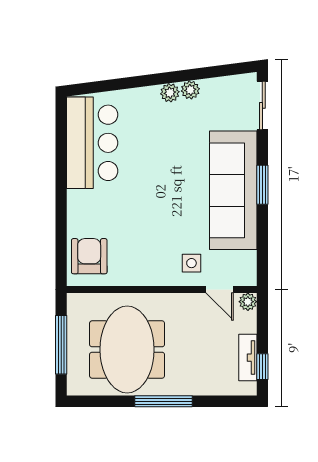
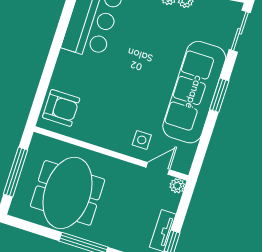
armchair: (89, 256) -> (61, 108), turned 90
door: (220, 289) -> (158, 168), swing flipped

